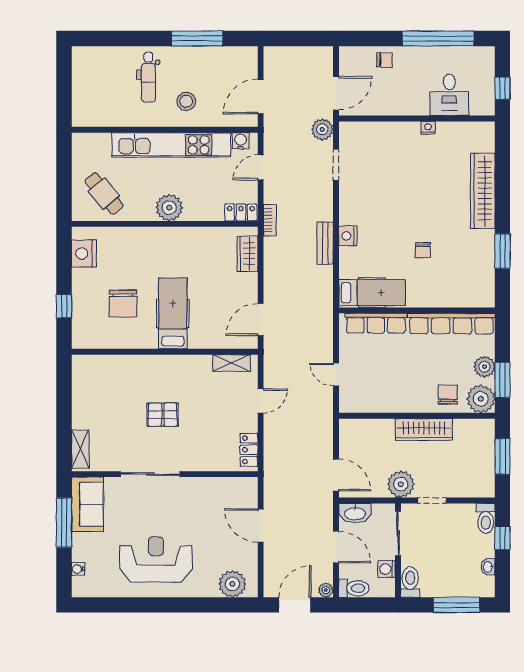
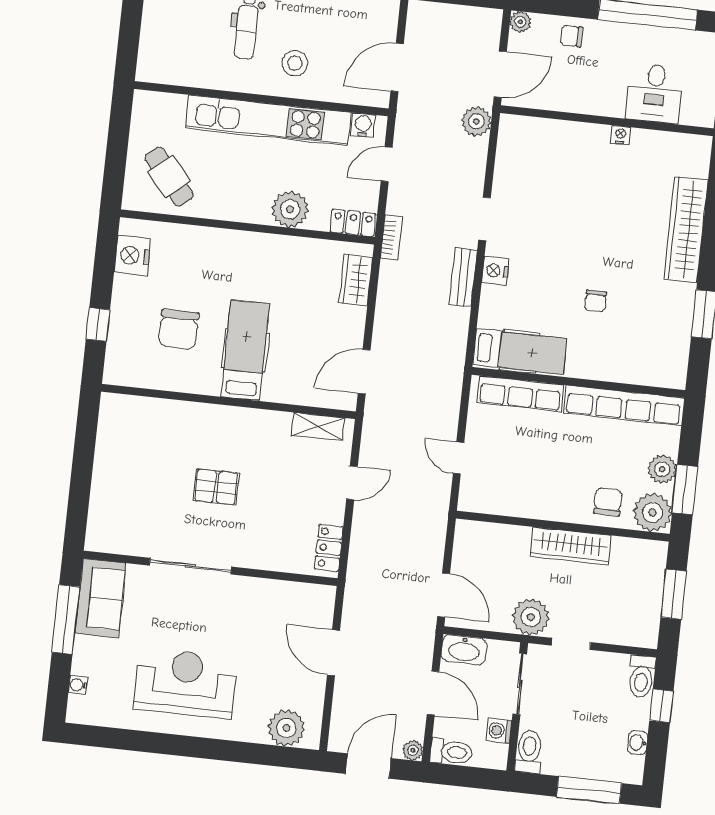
plant: (346, 54) -> (520, 22), added
chair: (385, 60) -> (572, 36), turned 180
doorway: (336, 165) -> (485, 219), moved
plant: (169, 208) -> (290, 209), moved
shelving: (80, 449) -> (99, 522), removed

